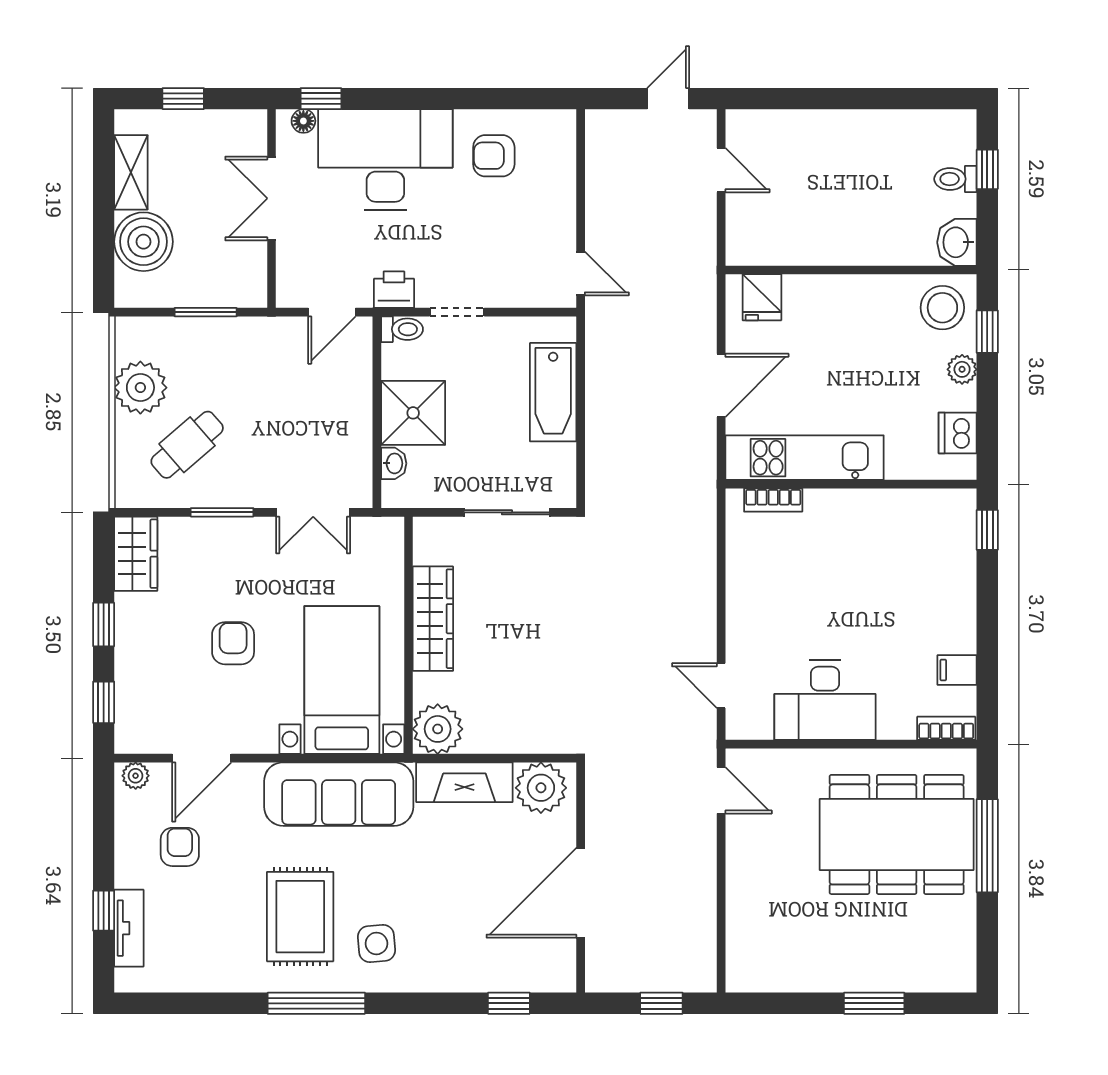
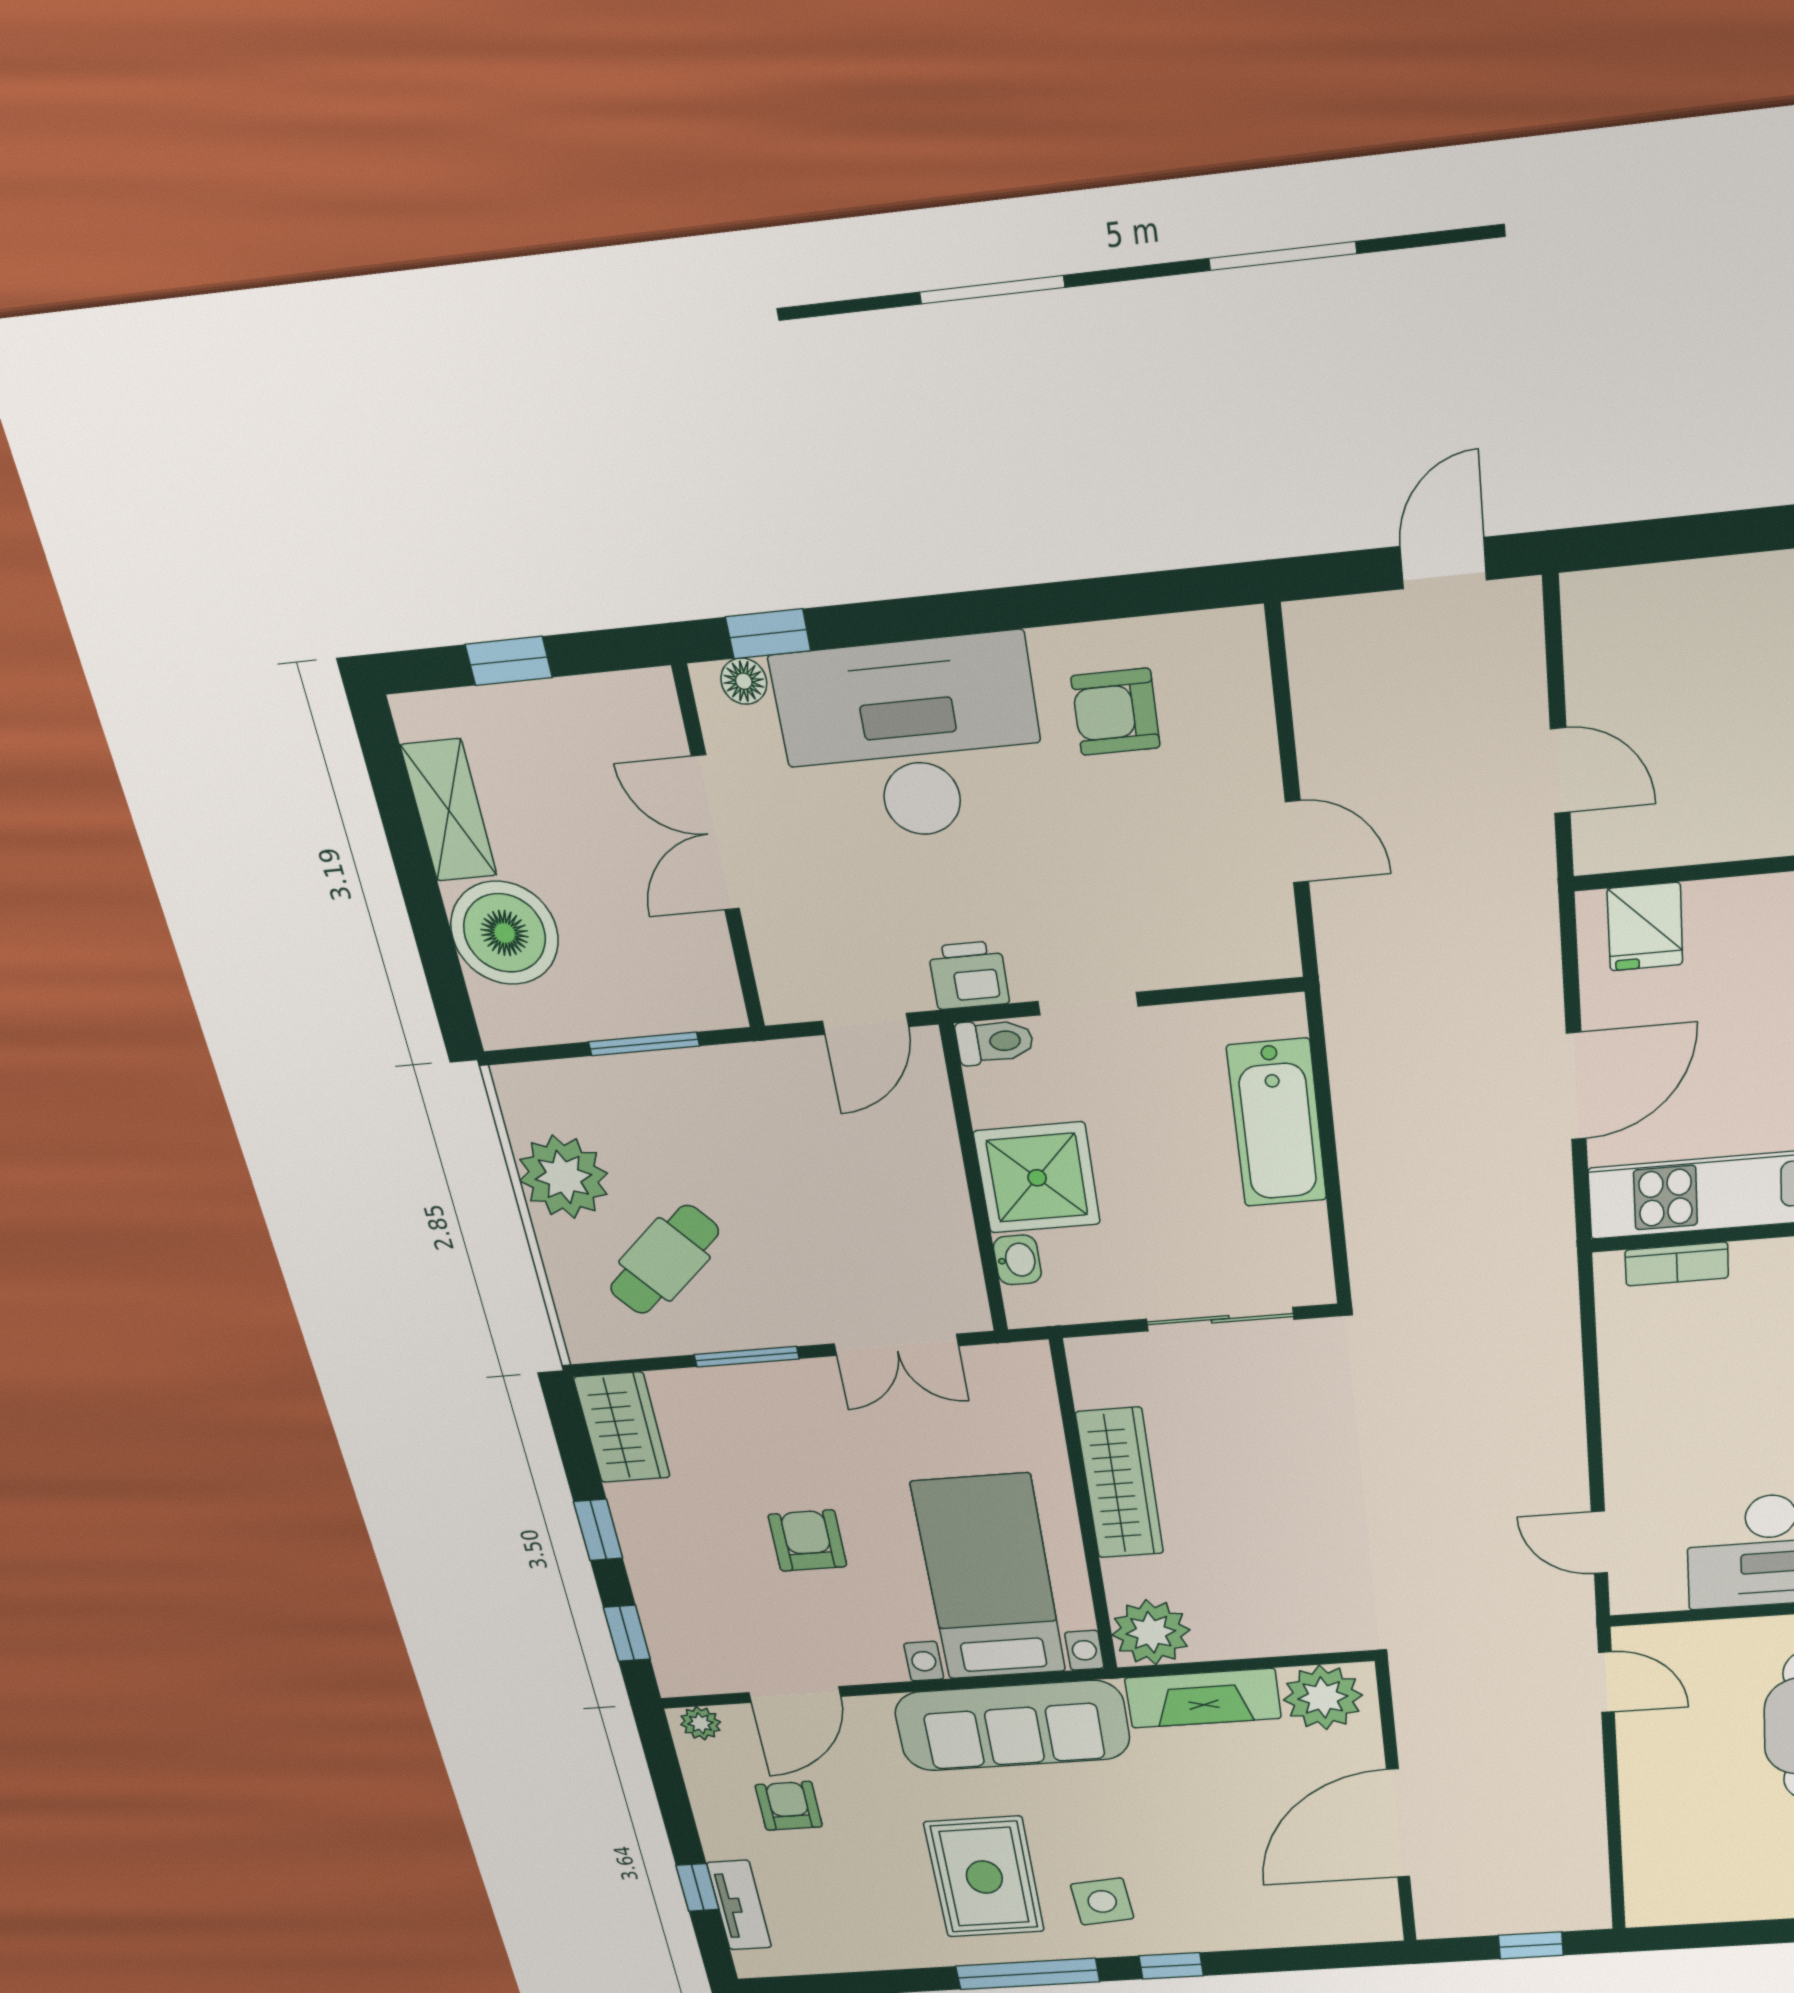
door: (721, 170) -> (1560, 771), moved
door: (581, 273) -> (1297, 842), moved
window: (509, 1003) -> (1171, 1966), moved

